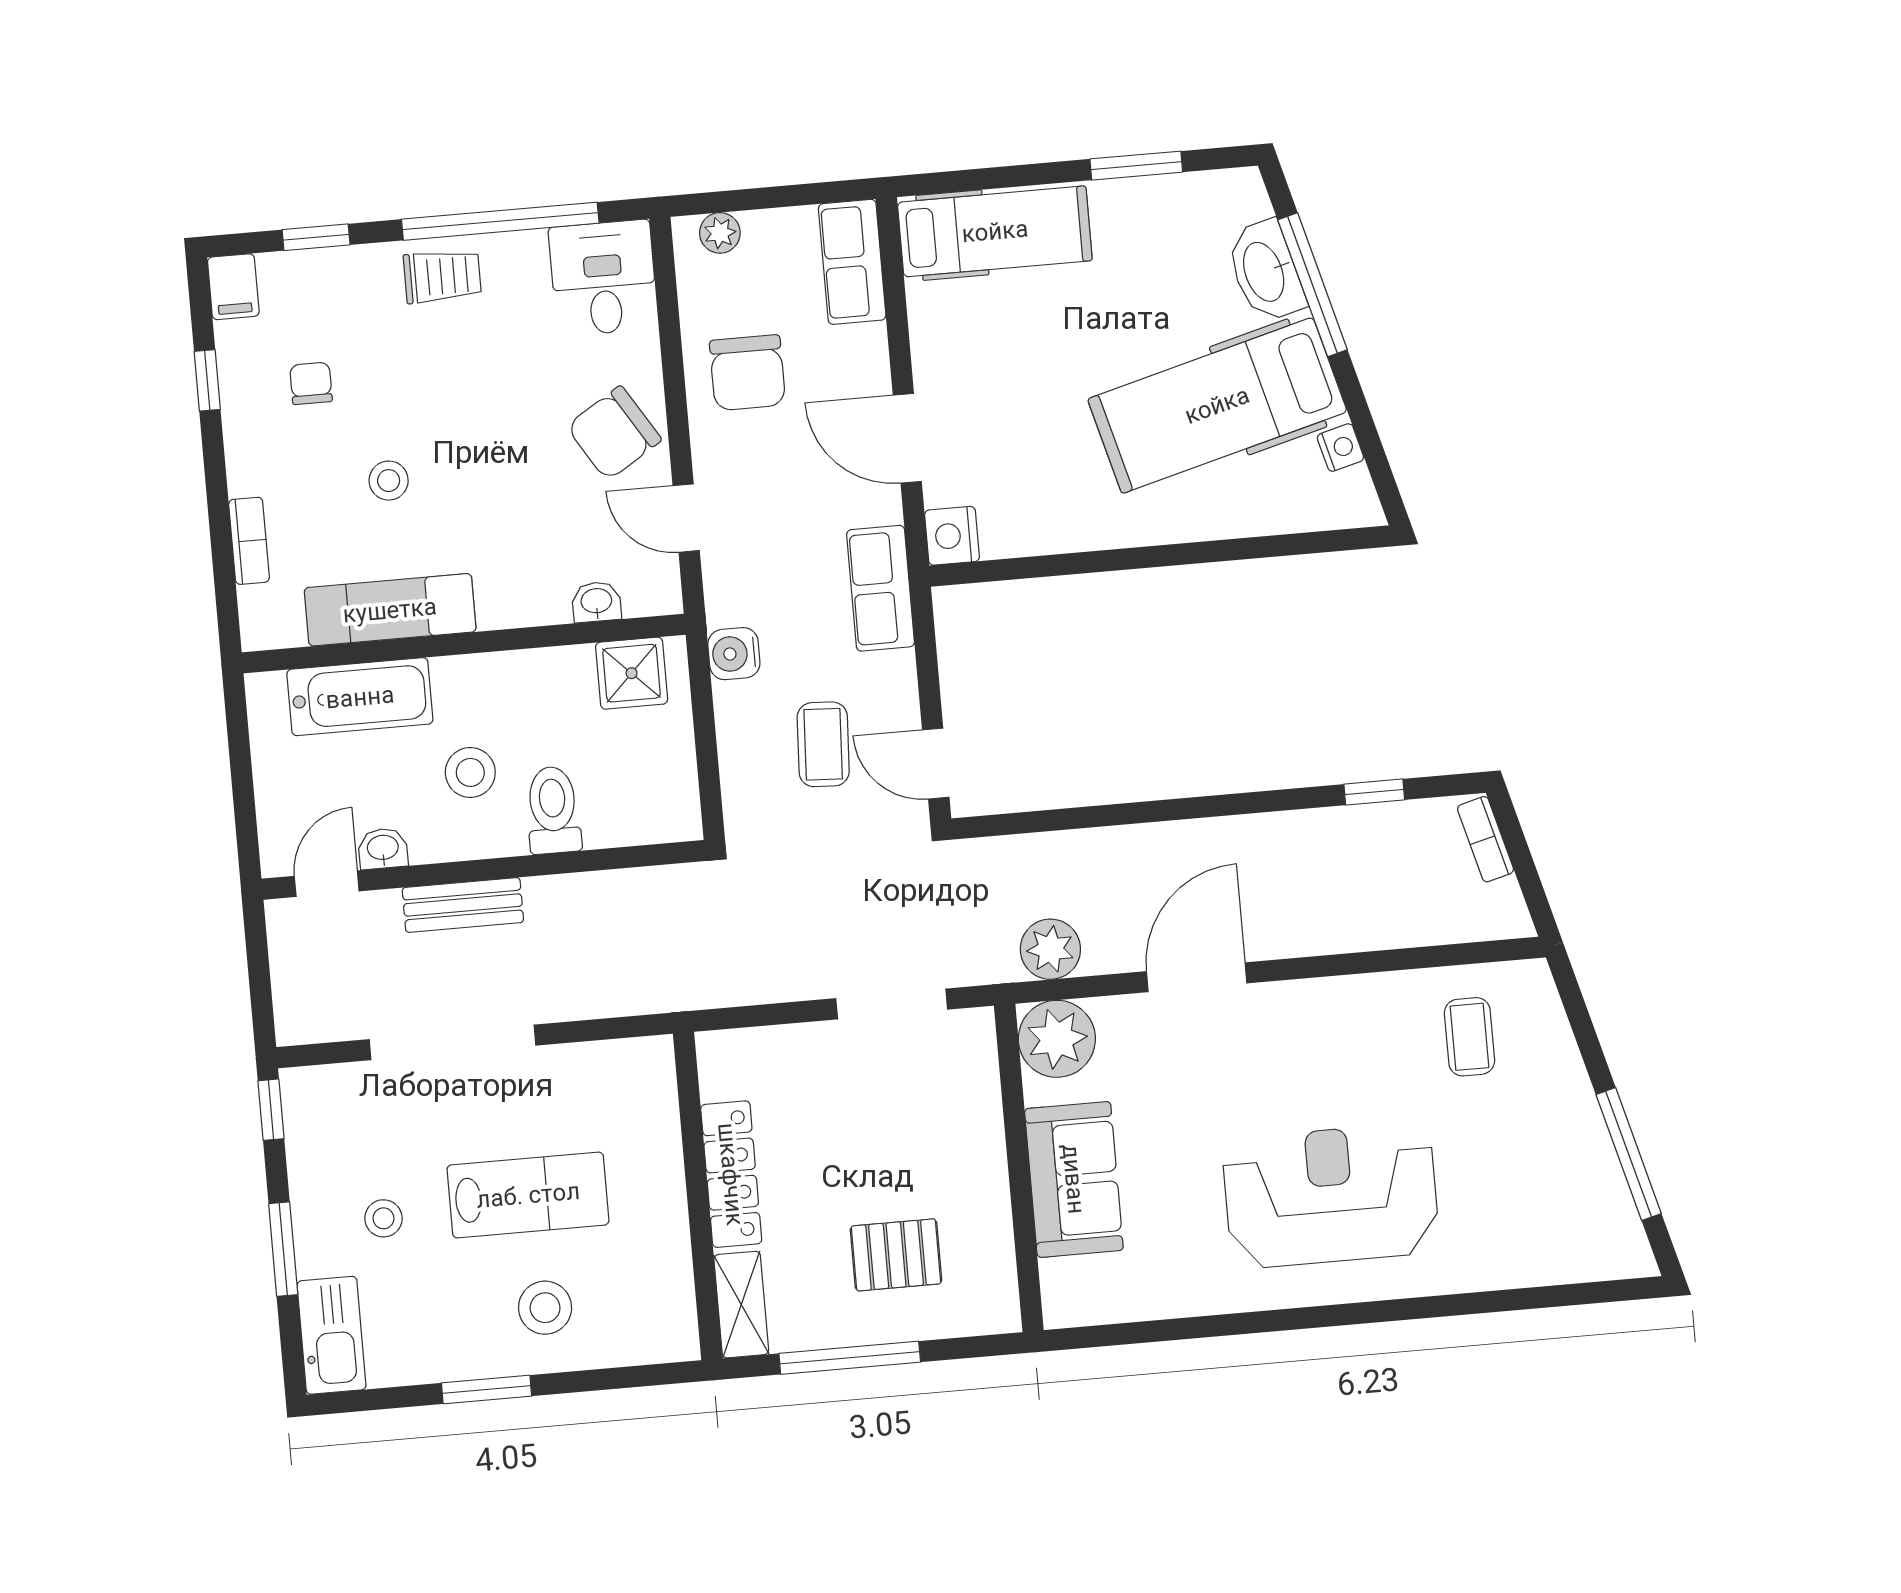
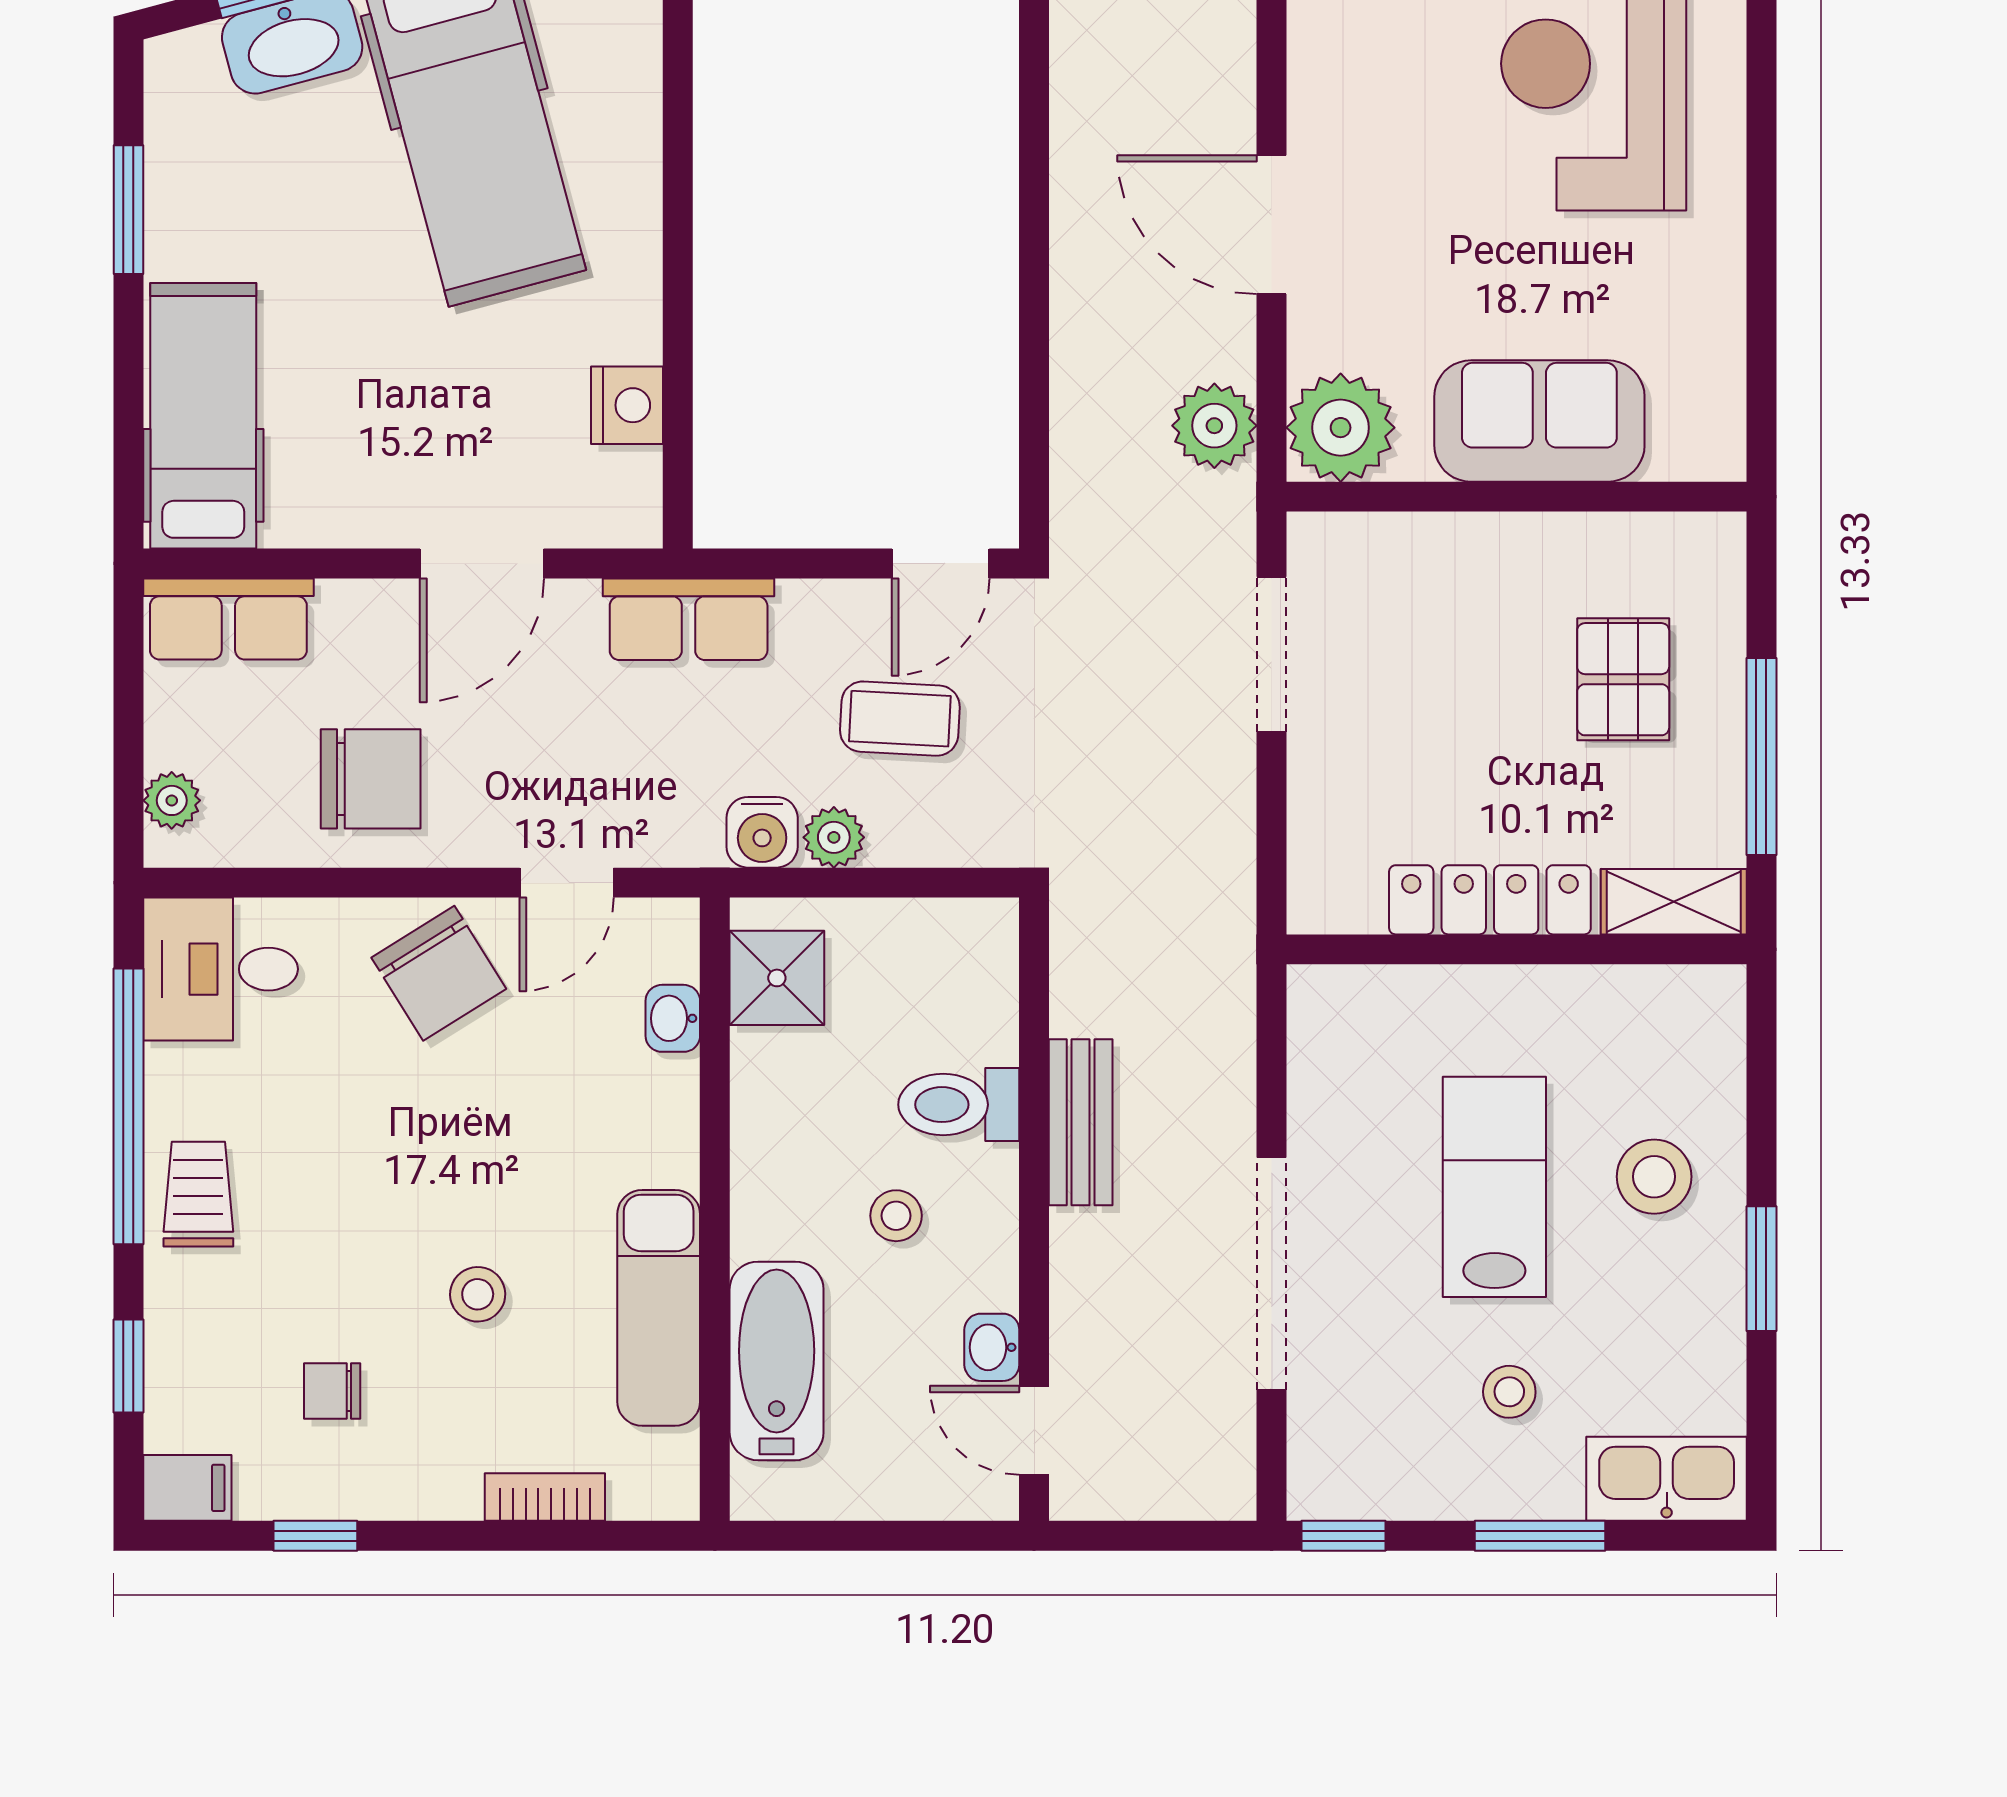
nightstand: (952, 536) -> (627, 405), moved, turned -90
plant: (735, 705) -> (834, 837), added
stool: (470, 772) -> (896, 1216), width x0.73, depth x0.73
bench: (463, 905) -> (1081, 1122), moved

